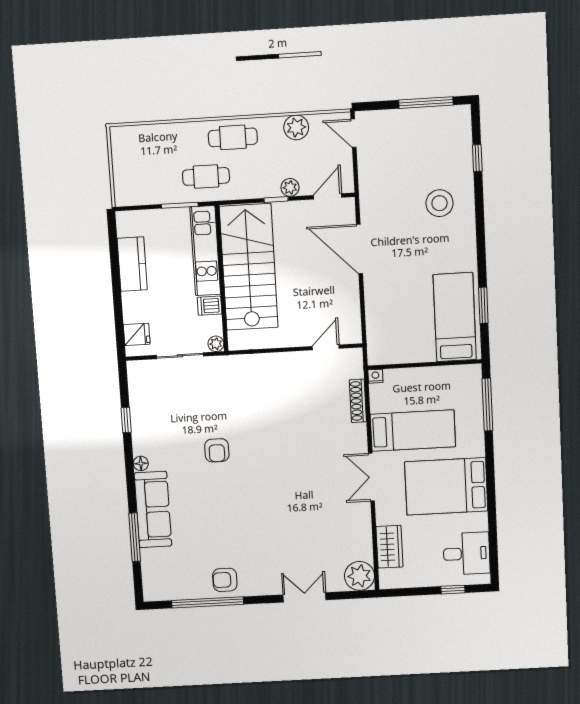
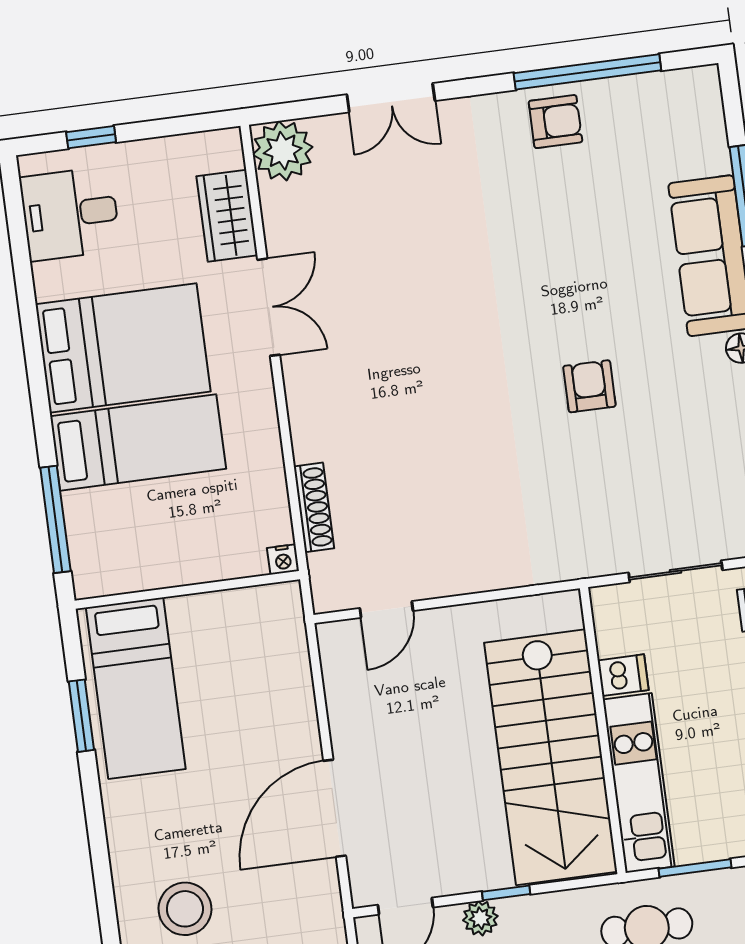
door: (360, 249) -> (335, 808), swing flipped
plant: (216, 344) -> (606, 601), removed
bed: (413, 431) -> (138, 442), moved, turned 180
double door: (371, 477) -> (269, 307), moved

